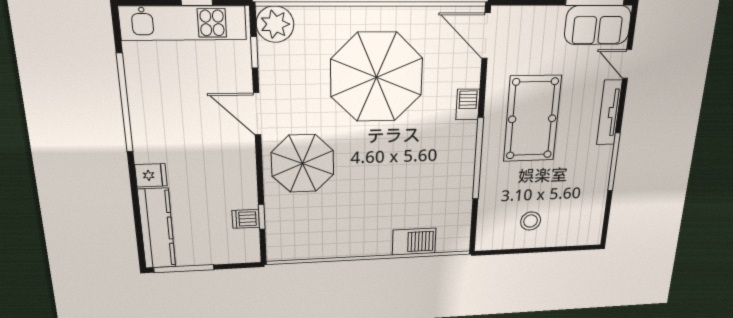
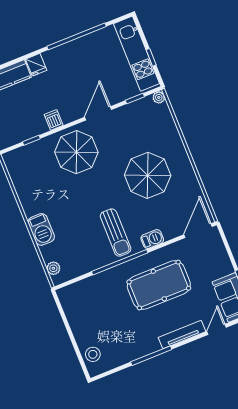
plant: (275, 24) -> (159, 97), width x0.53, depth x0.53
parasol: (377, 77) -> (148, 175), width x0.73, depth x0.73
sun lounger: (436, 150) -> (116, 232), added
dishwasher: (246, 219) -> (54, 120), moved
stool: (531, 221) -> (93, 354), moved
barbecue: (414, 242) -> (41, 229), moved
plant: (446, 244) -> (53, 268), added

